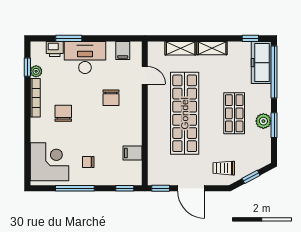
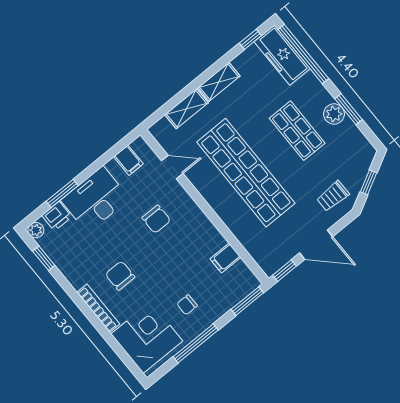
plant: (36, 71) -> (36, 230), moved
bookcase: (35, 98) -> (98, 308), moved
window: (125, 188) -> (247, 301), width x1.50

